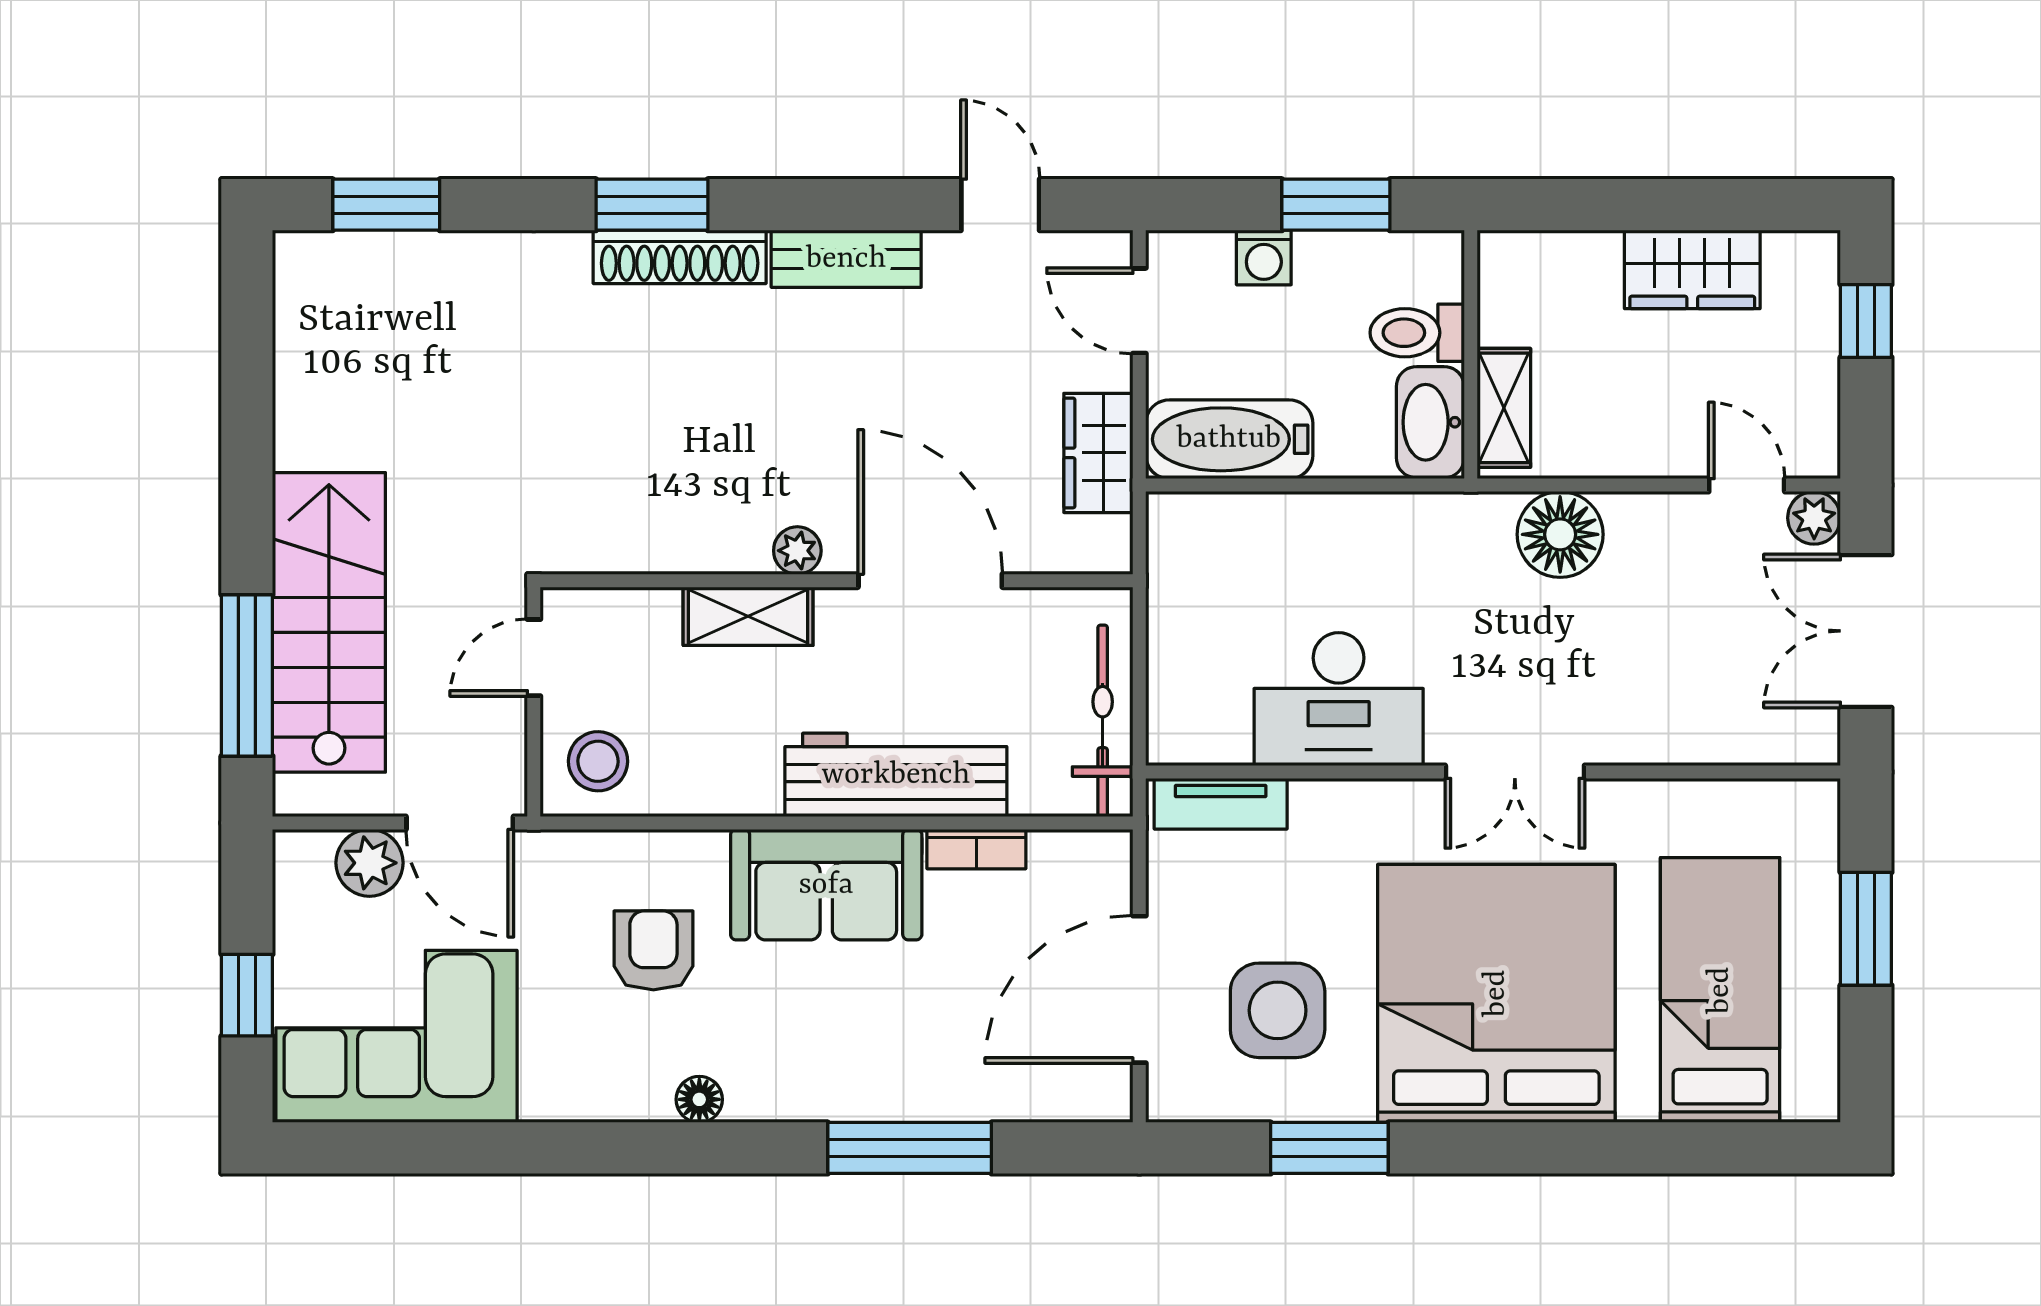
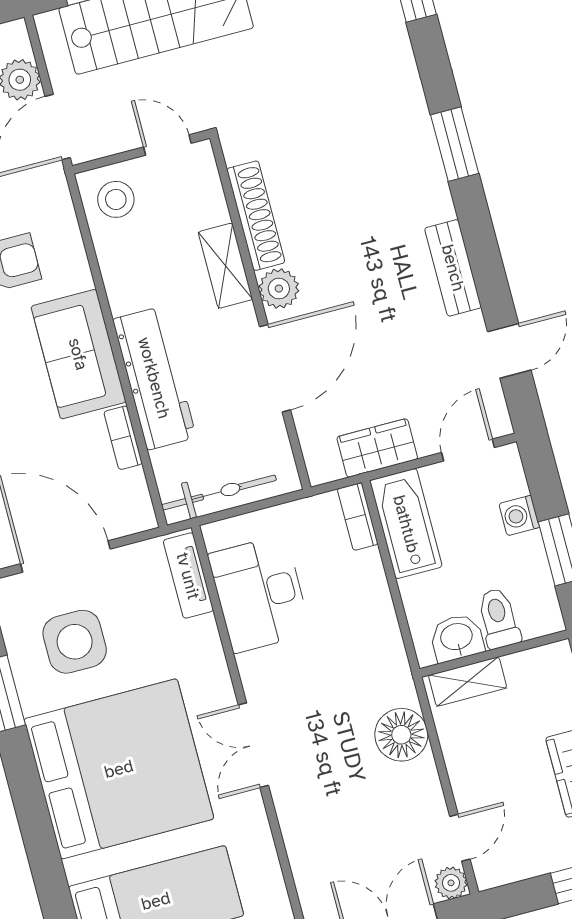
shoe rack: (680, 257) -> (256, 216), moved, turned 180
washbasin: (1430, 422) -> (457, 638), width x0.72
bookcase: (1198, 512) -> (358, 517), added
plant: (797, 551) -> (279, 289), width x1.38, depth x1.38
desk: (1339, 699) -> (260, 594), moved

